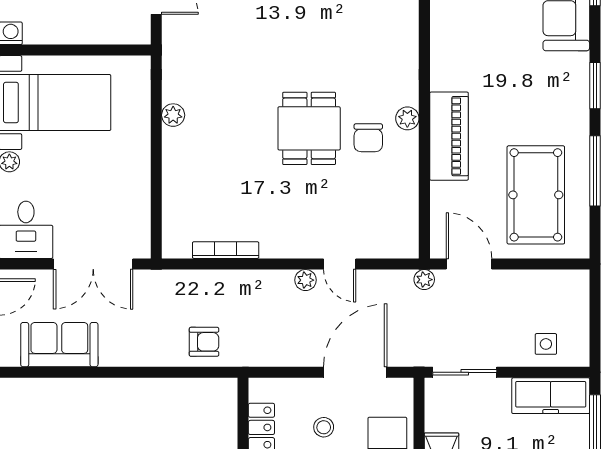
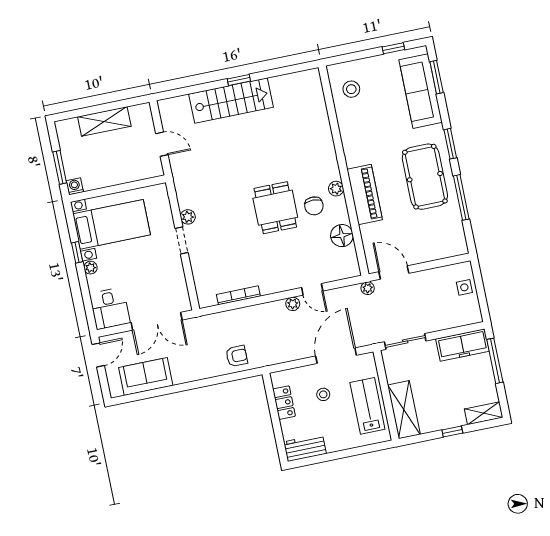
doorway: (156, 149) -> (182, 240), added
floor lamp: (402, 192) -> (342, 236), added
pool table: (536, 195) -> (425, 177), moved
side table: (546, 344) -> (464, 287), moved

